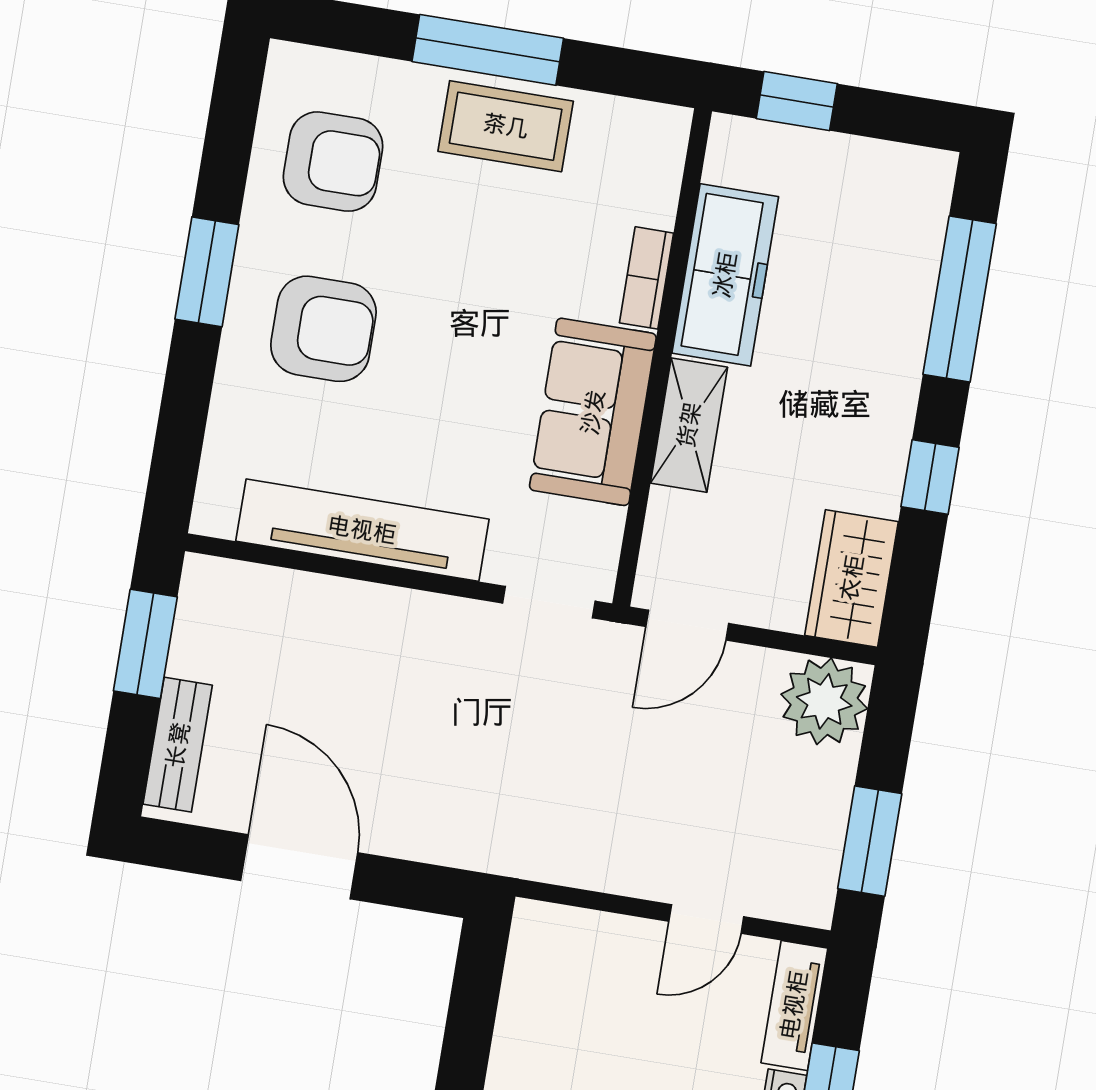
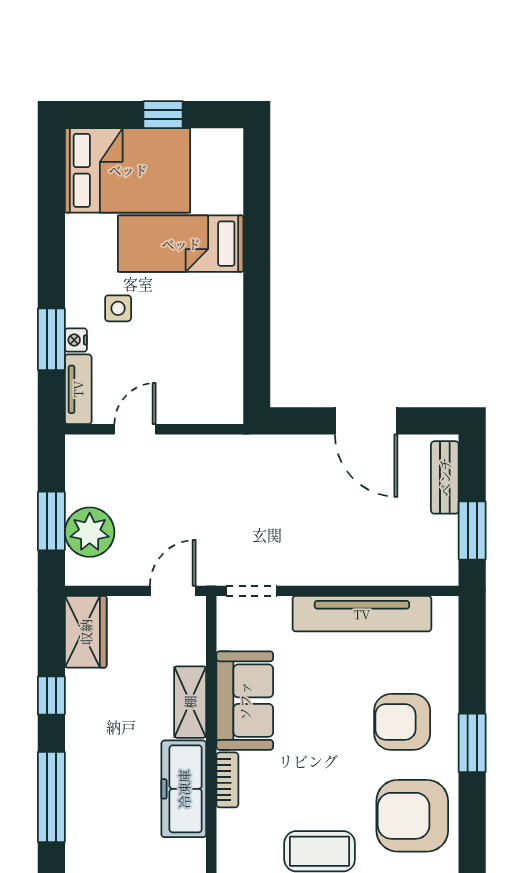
armchair: (333, 162) -> (412, 816), width x1.36, depth x1.36
plant: (824, 701) -> (90, 532), moved
window: (870, 841) -> (51, 521), moved

